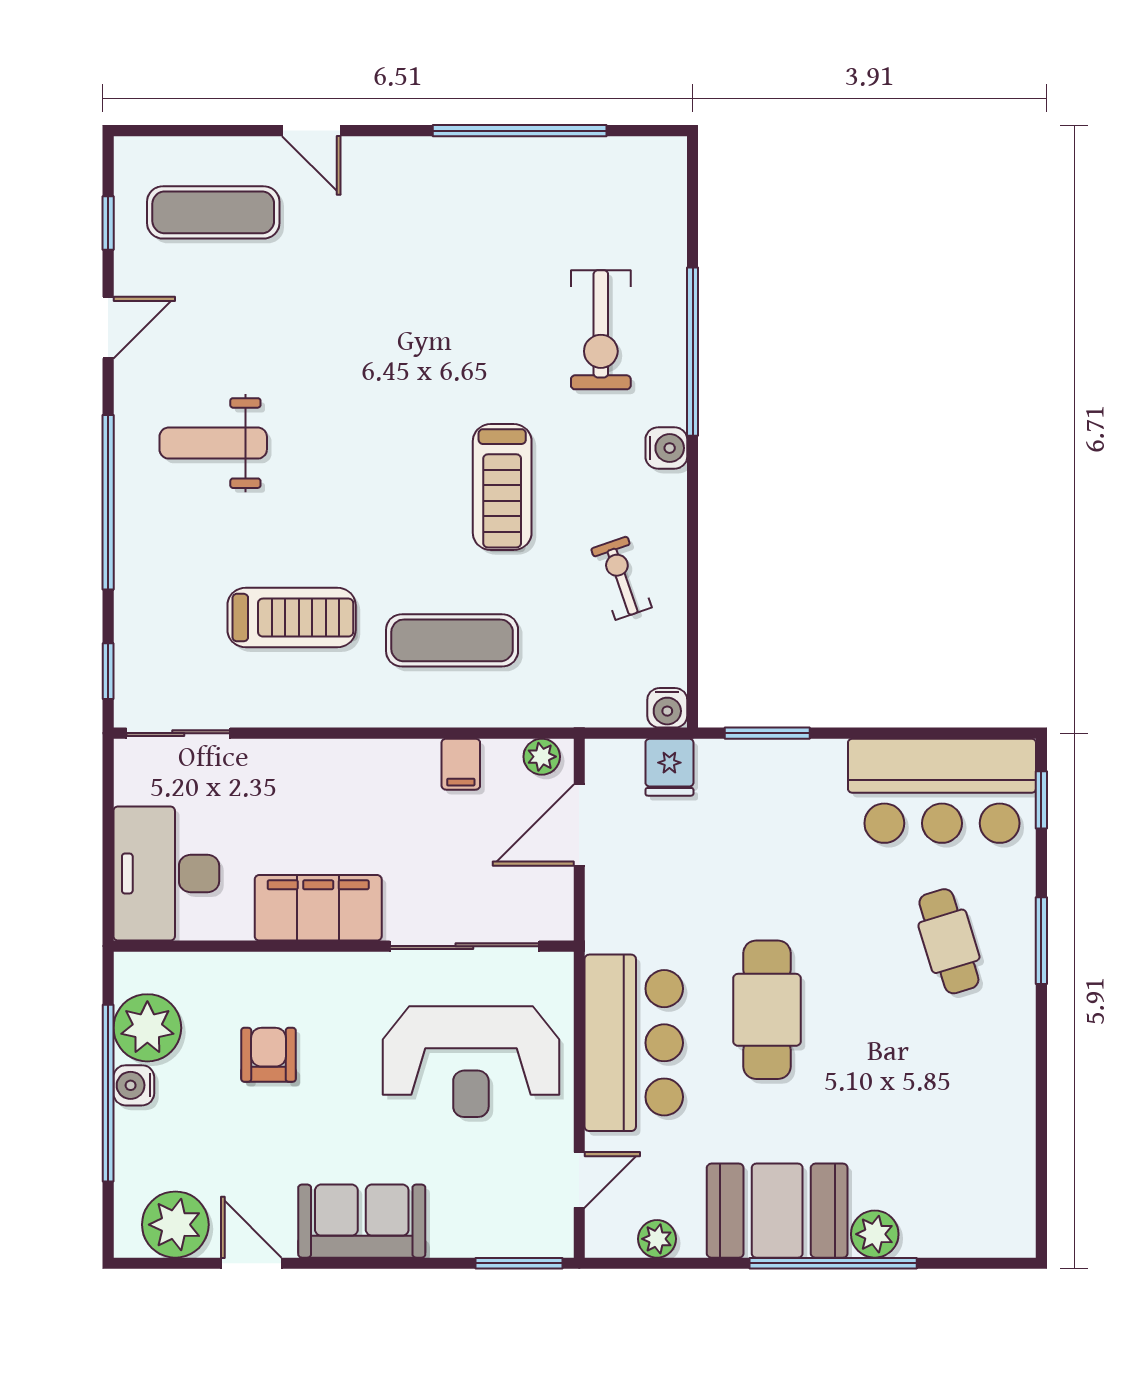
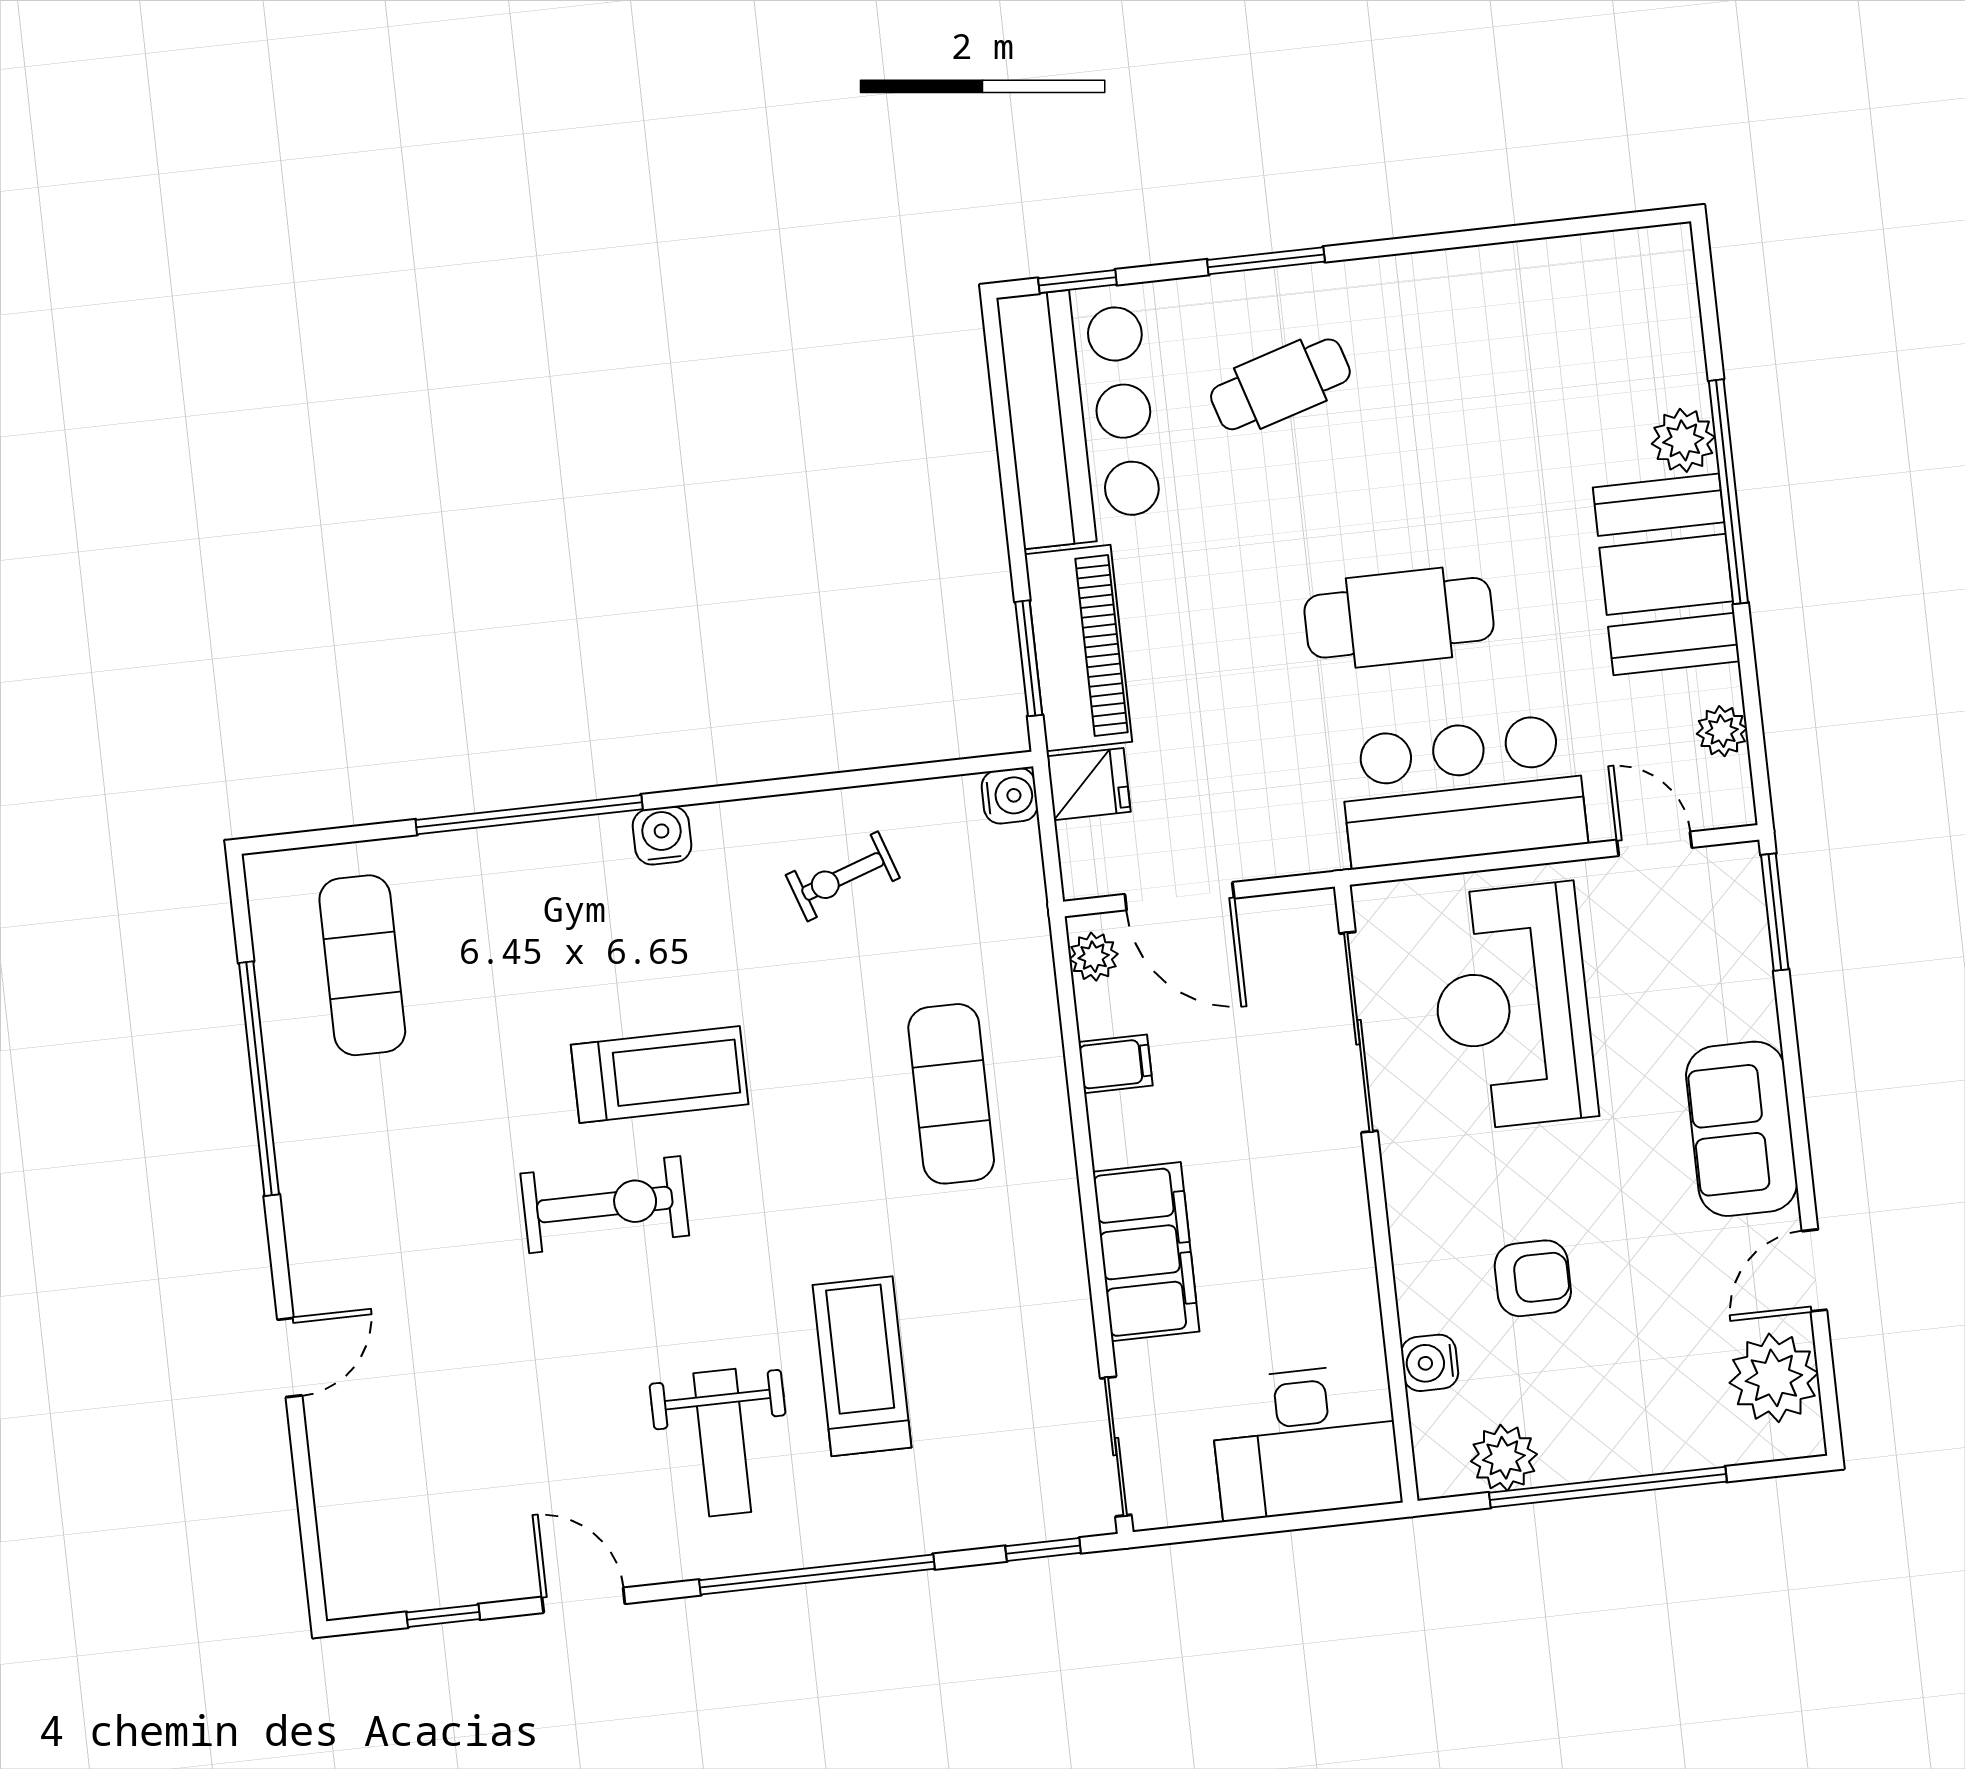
exercise mat: (213, 212) -> (362, 965), moved
exercise bike: (601, 330) -> (605, 1205), moved
treadmill: (502, 487) -> (660, 1075), moved
treadmill: (292, 618) -> (862, 1366), moved
piano: (771, 771) -> (1078, 648), added
filing cabinet: (318, 908) -> (1146, 1252), moved, turned 180
plant: (147, 1028) -> (1504, 1458), width x0.73, depth x0.73
armchair: (268, 1055) -> (1533, 1278), turned 180
reception desk: (471, 1062) -> (1512, 1006), turned 180
water cooler: (134, 1085) -> (1430, 1363), moved, turned 90

